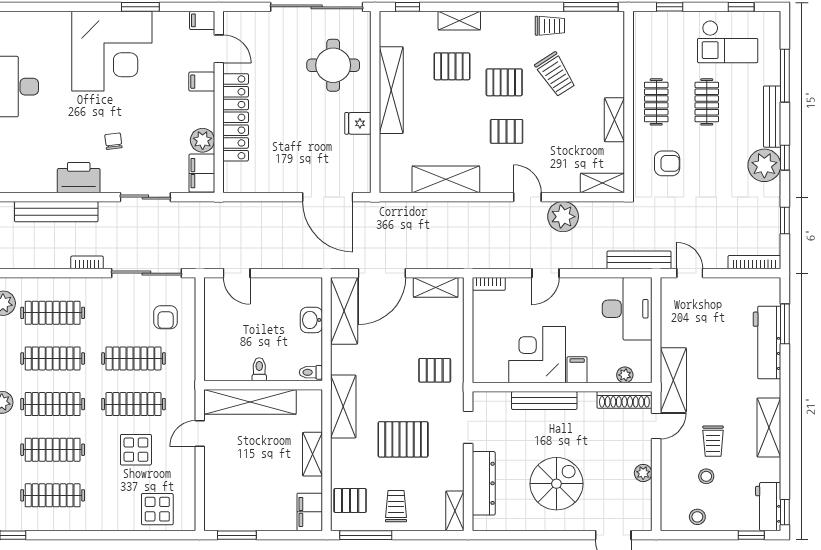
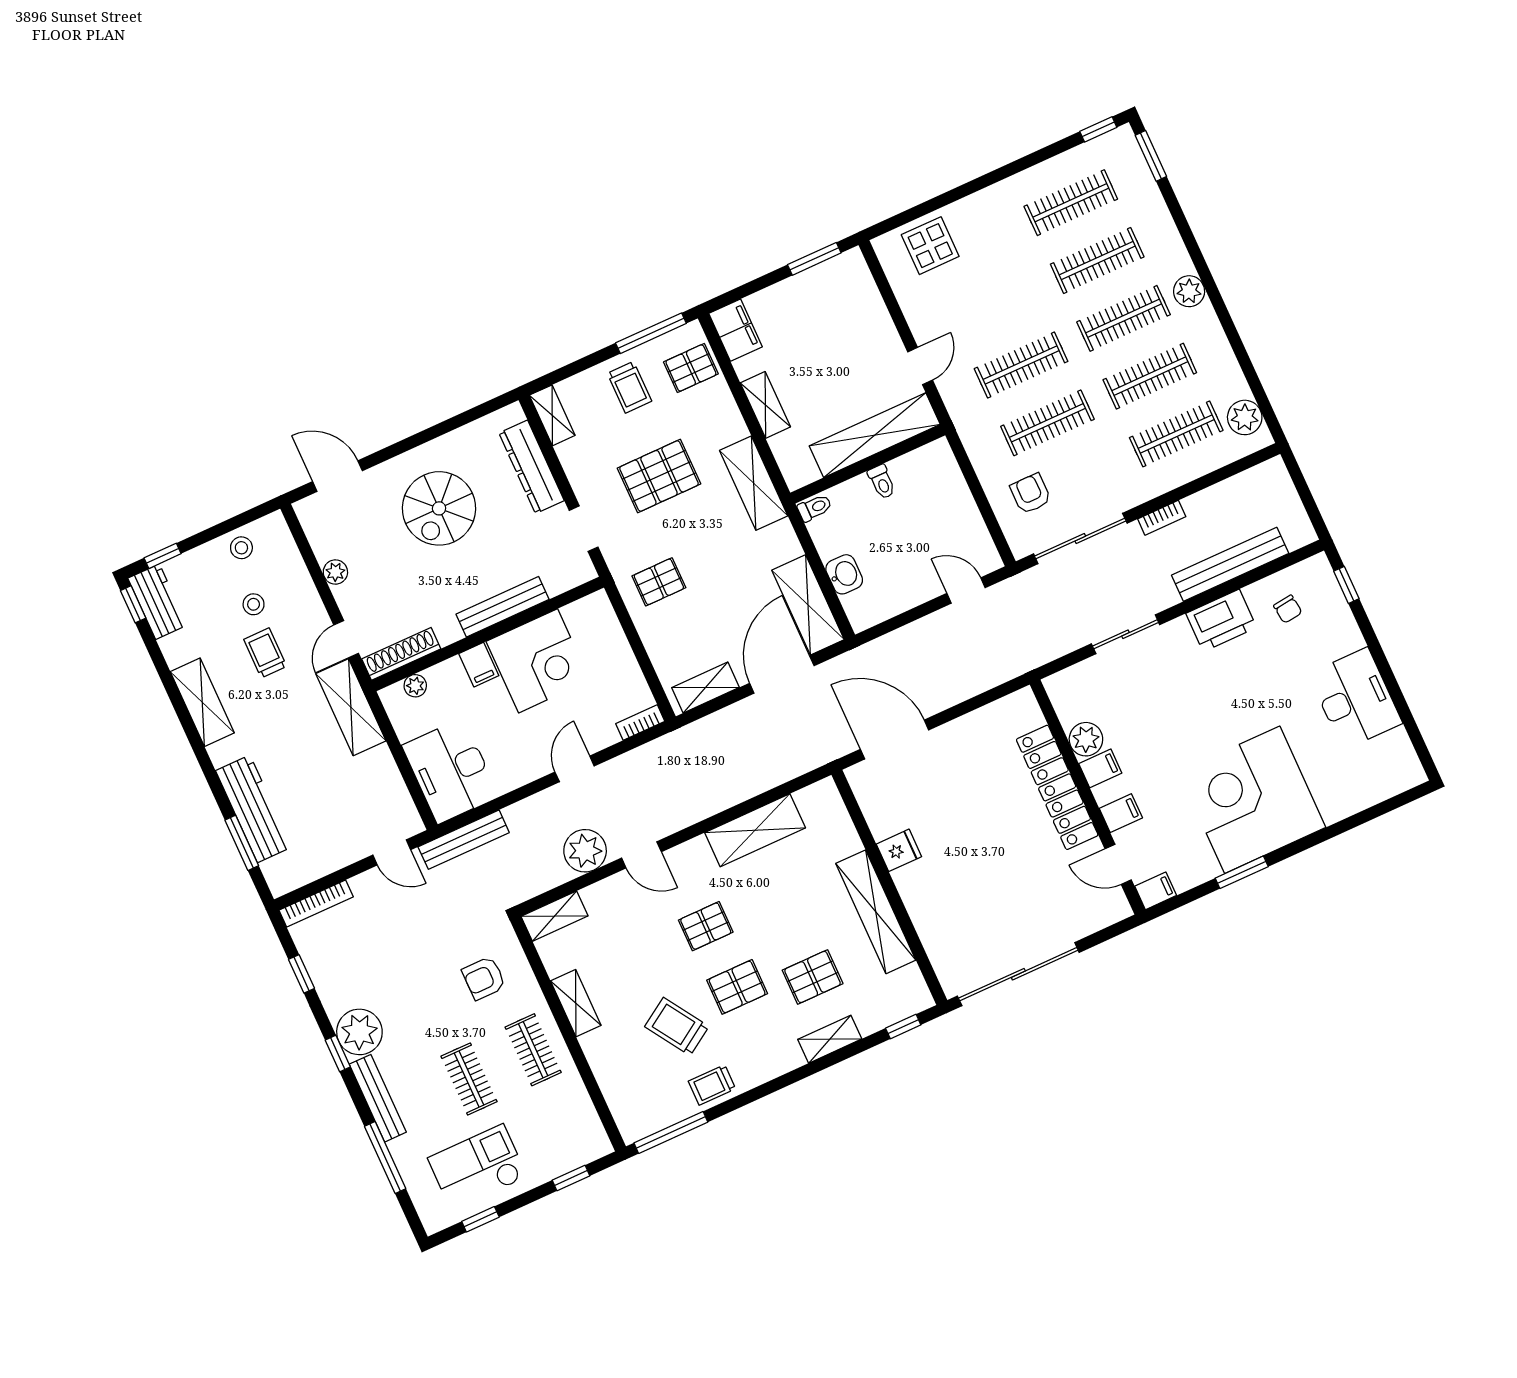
round table: (333, 65) -> (964, 910), removed
chair: (113, 141) -> (1288, 609), moved
filing cabinet: (202, 173) -> (1100, 768), moved, width x0.50
display table: (136, 450) -> (992, 309), removed

